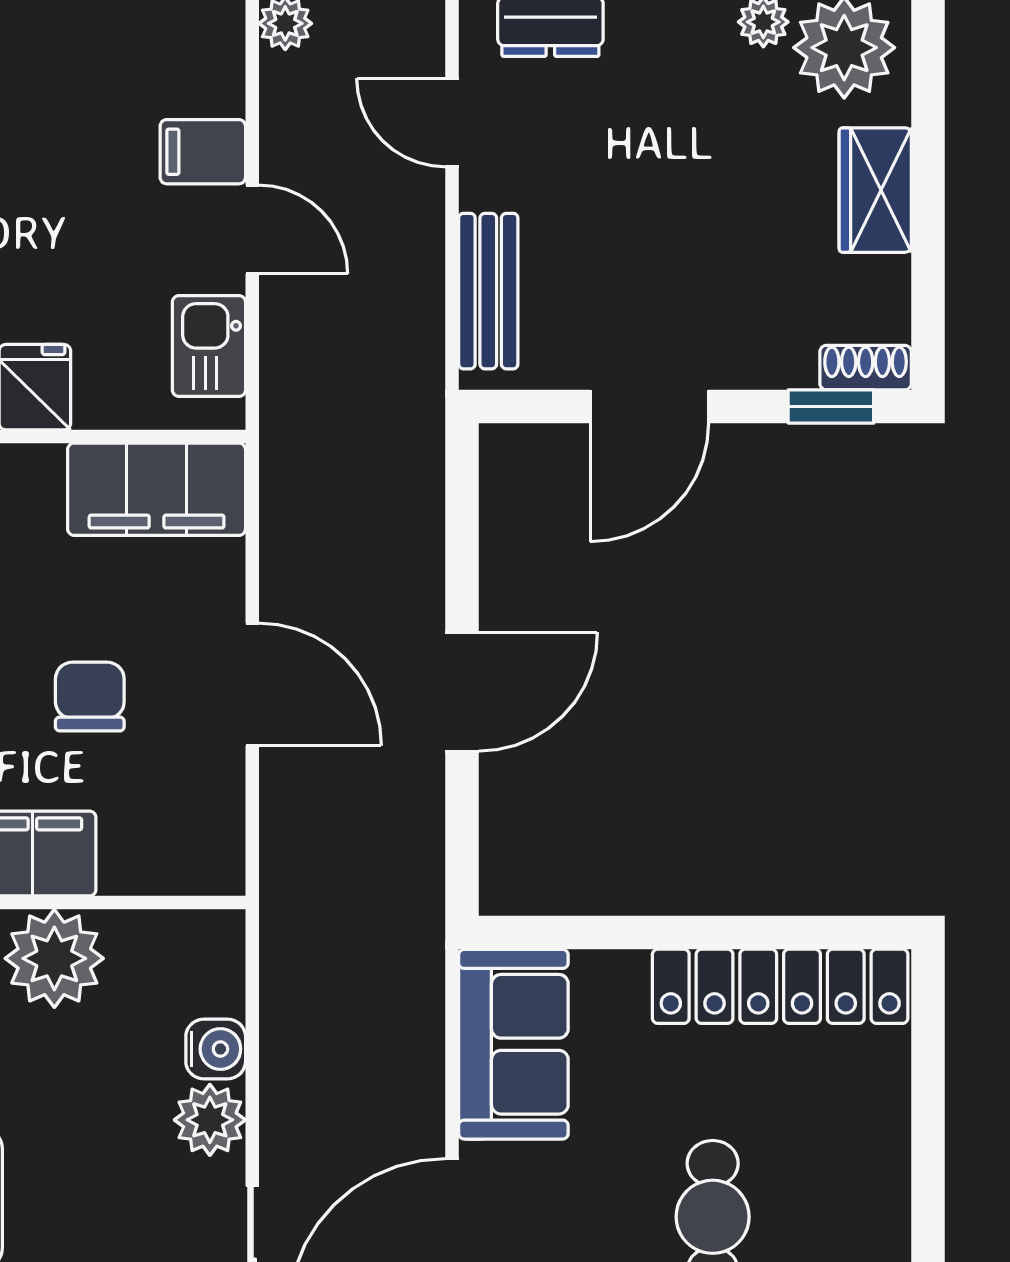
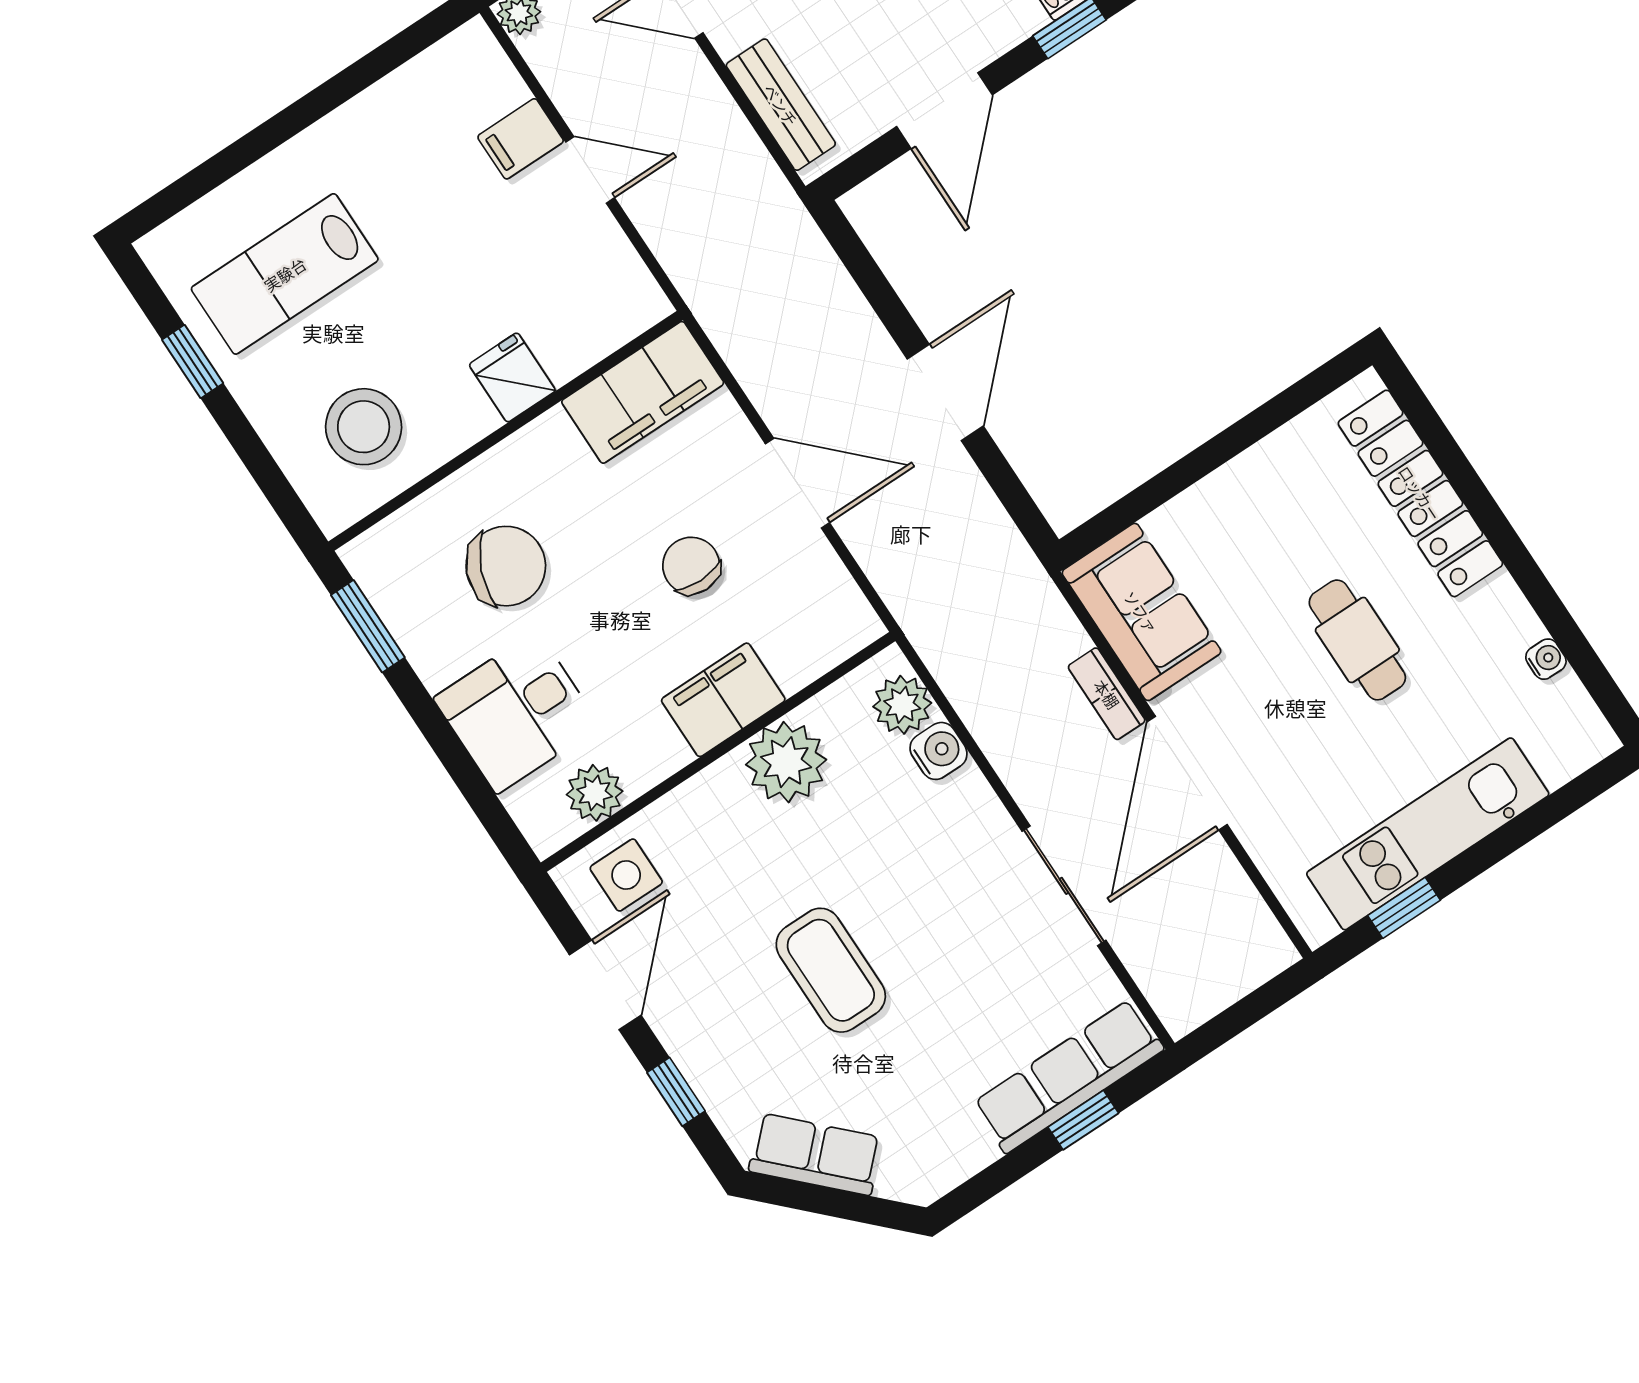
kitchen sink: (209, 346) -> (613, 270), removed
locker: (780, 986) -> (1420, 493), moved, turned 90
bookcase: (424, 1103) -> (1107, 694), added
plant: (210, 1120) -> (902, 705), moved

